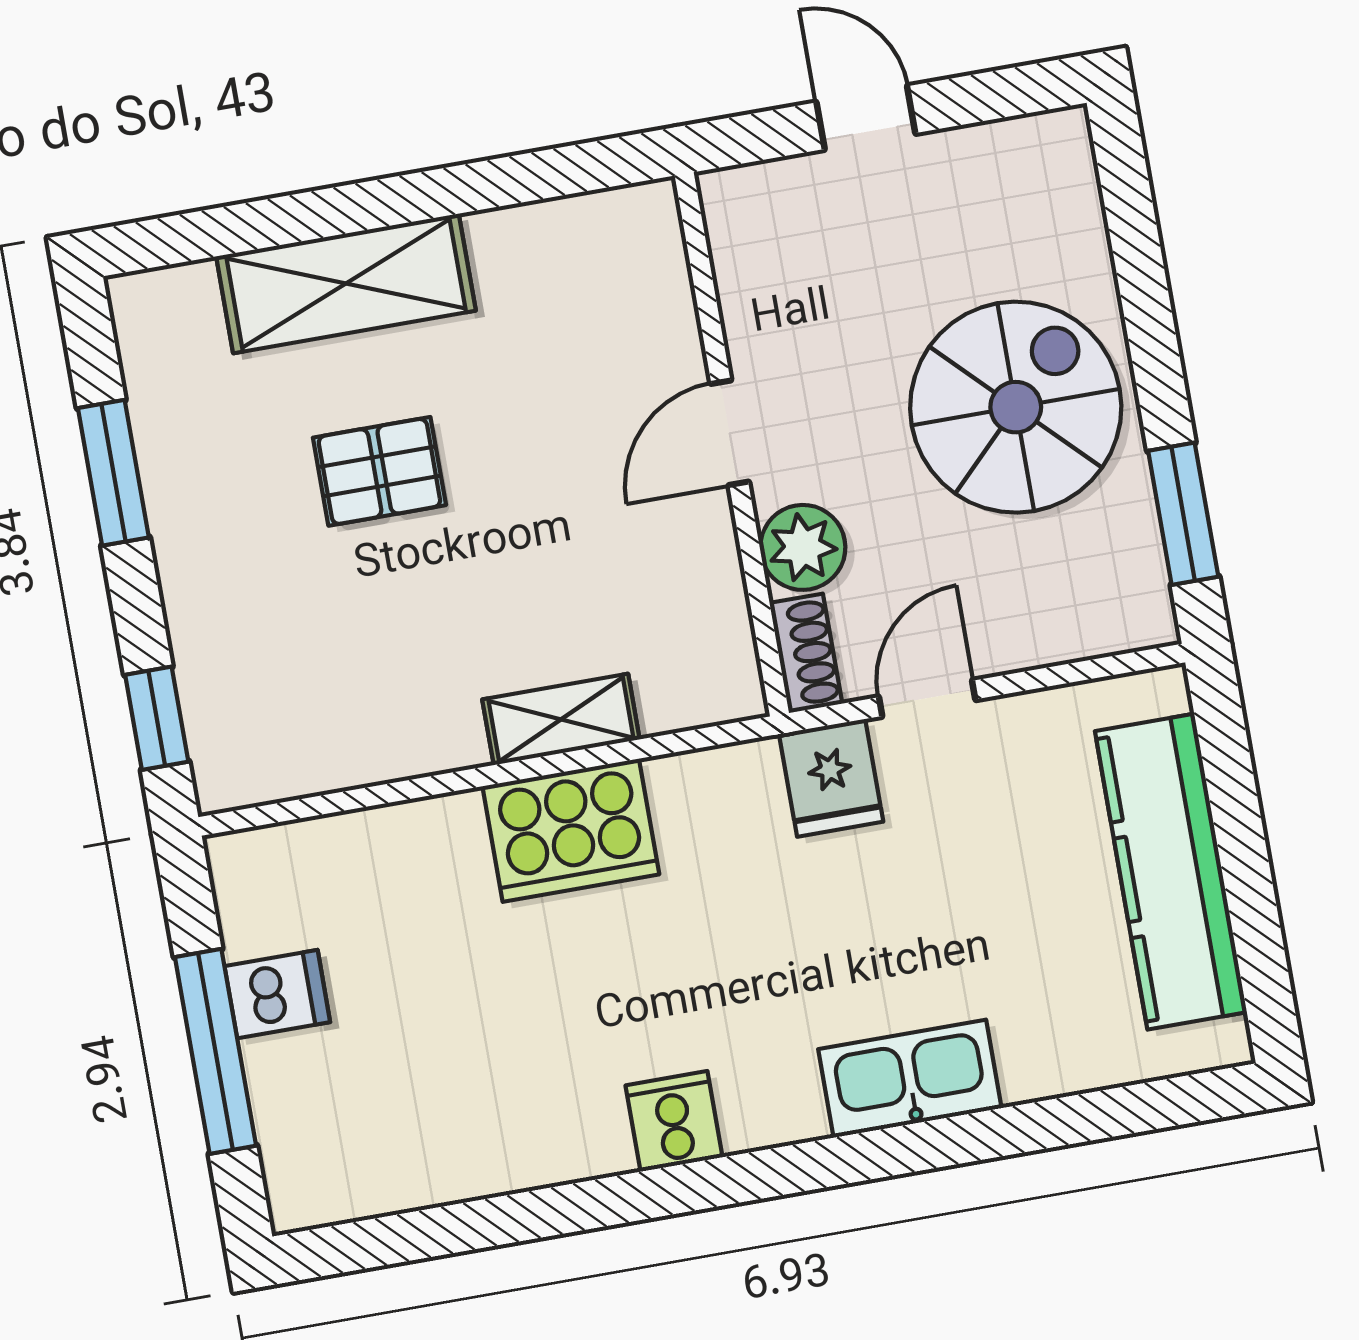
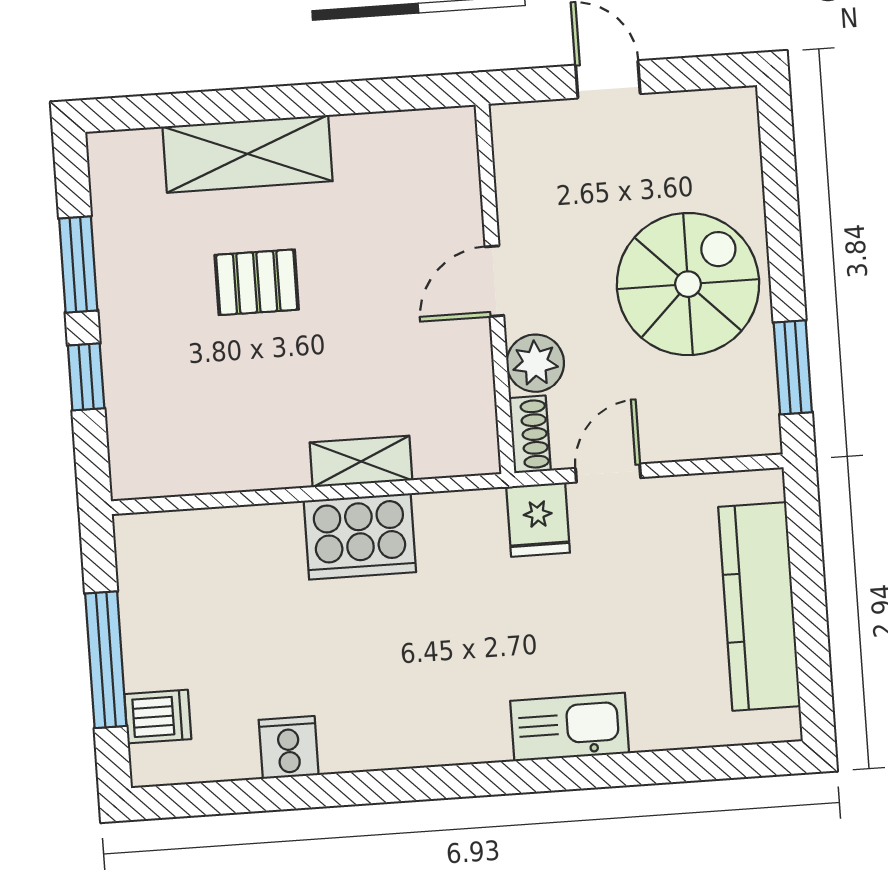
window: (157, 718) -> (86, 377), moved
dishwasher: (277, 994) -> (158, 717), moved
cooker: (674, 1121) -> (289, 747), moved

